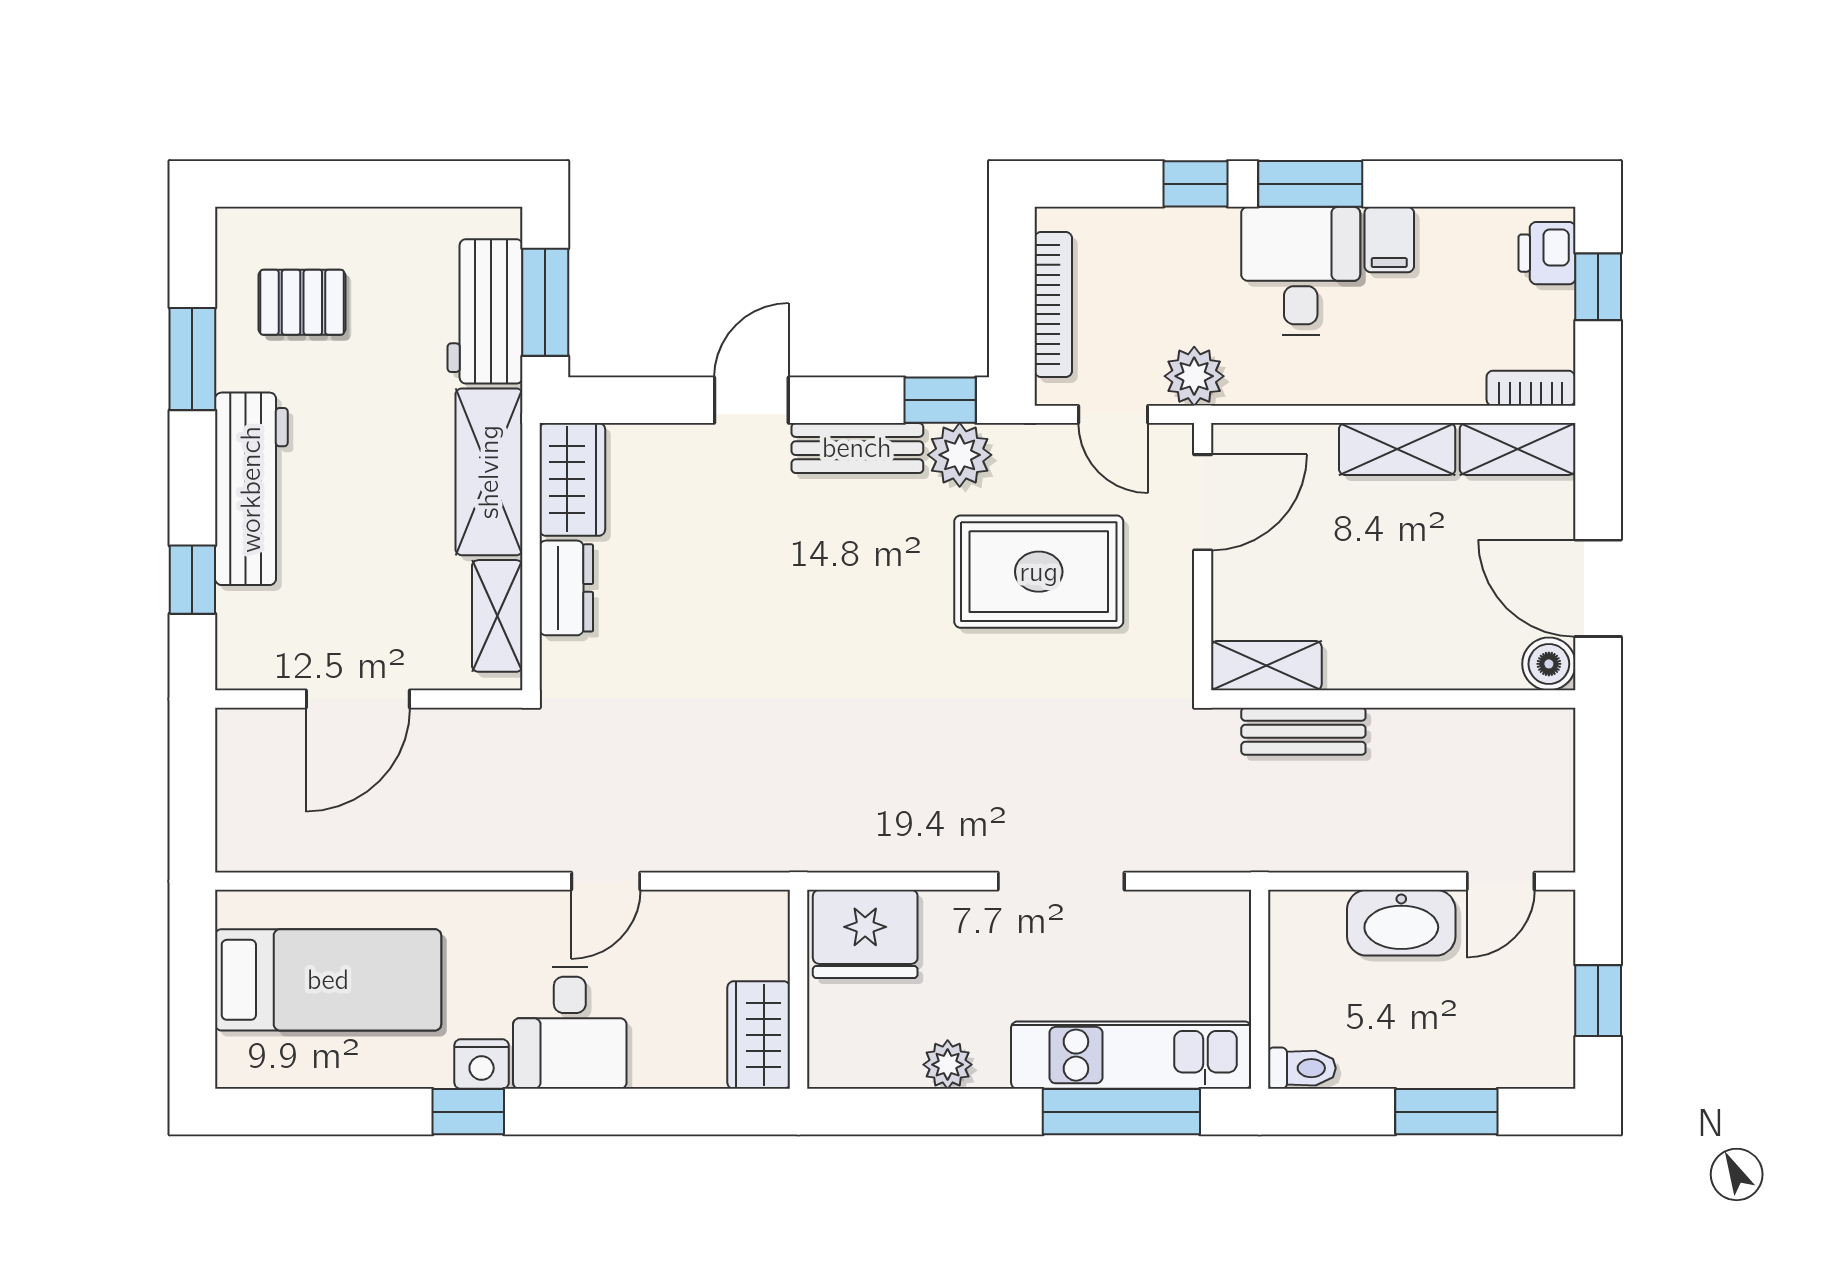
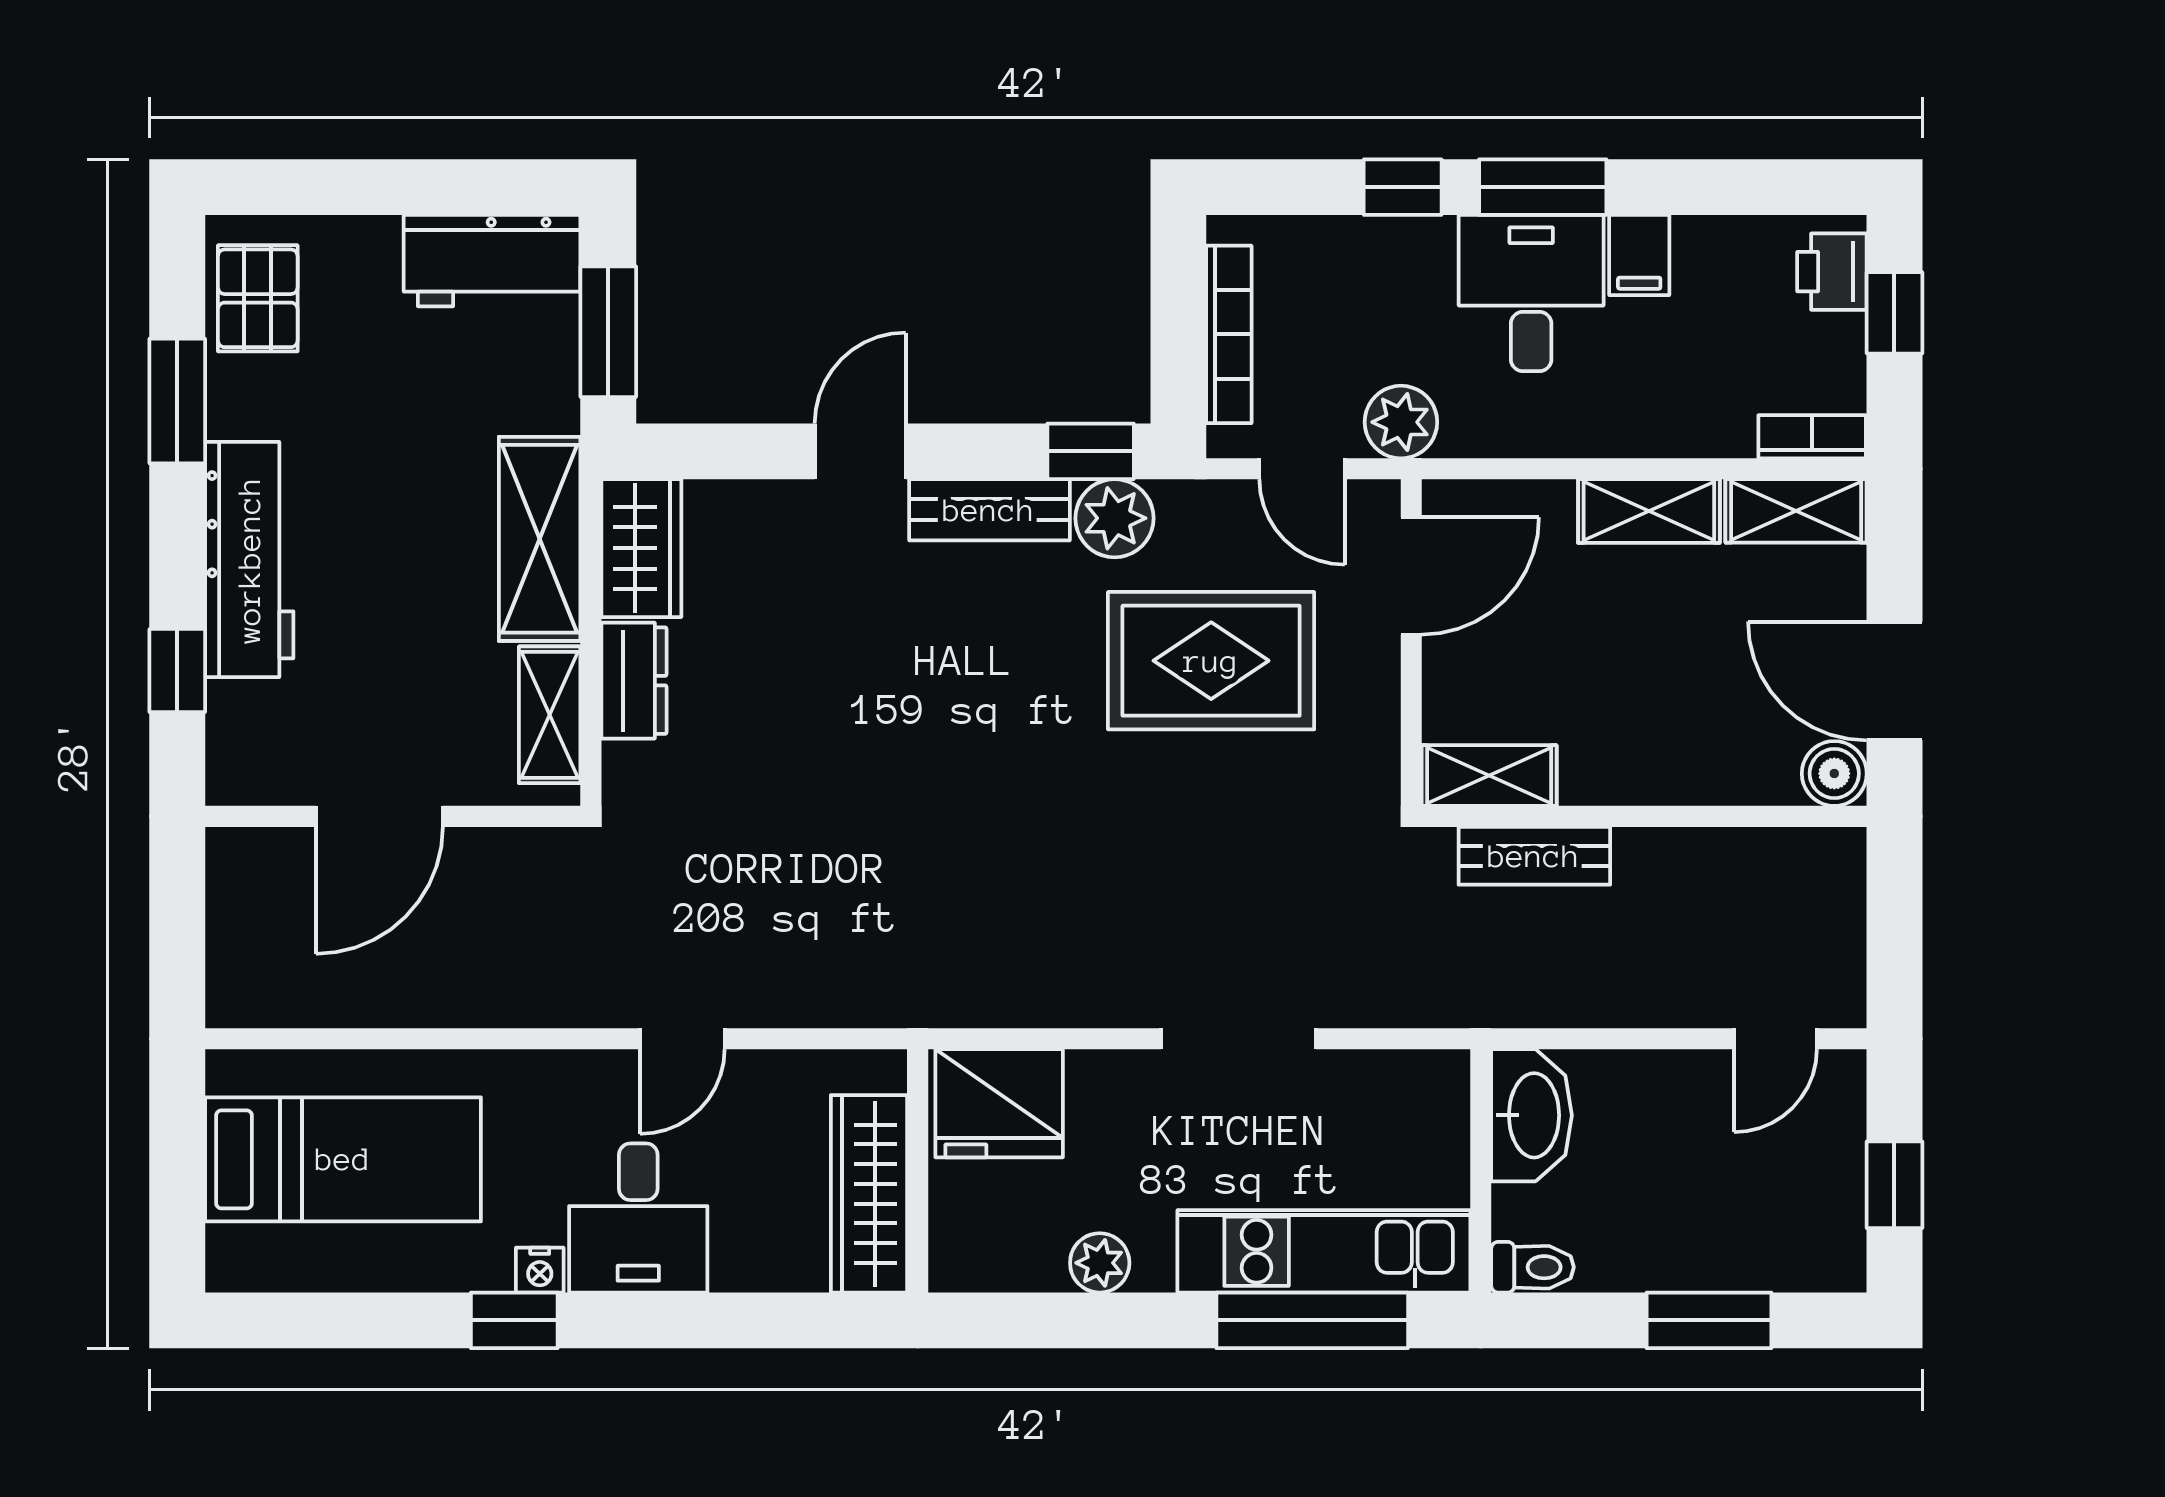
pallet: (302, 302) -> (258, 298), moved, turned 90
workbench: (485, 311) -> (492, 261), moved, turned -90
washbasin: (1401, 923) -> (1532, 1115), moved, turned -90
wardrobe: (759, 1035) -> (869, 1194), width x1.50
nightstand: (482, 1064) -> (540, 1270), width x0.72, depth x0.74

